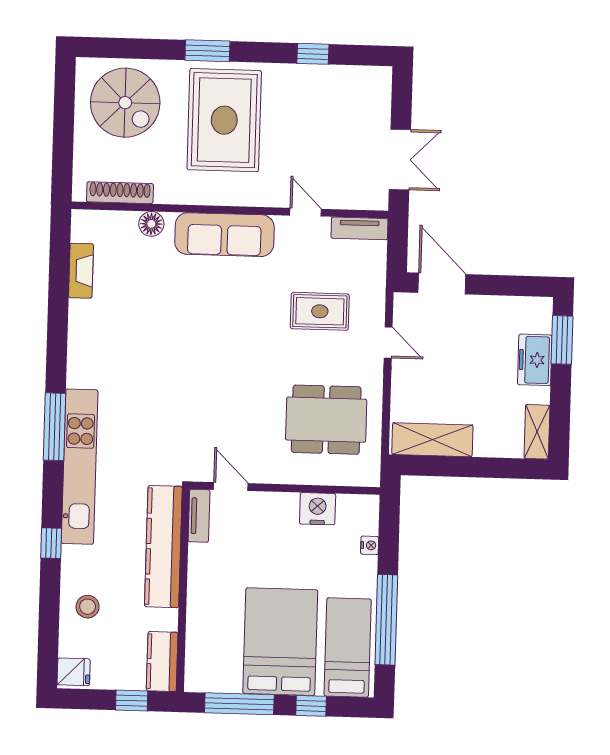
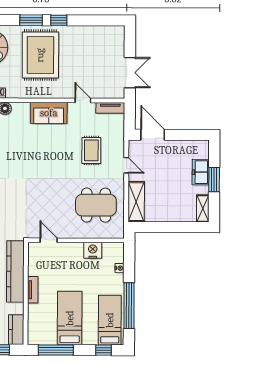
window: (313, 54) -> (59, 20), moved
sofa: (224, 235) -> (49, 113), width x0.73
rug: (320, 311) -> (91, 150), turned 90
window: (562, 340) -> (214, 180), moved
shelving: (432, 440) -> (136, 202), moved, turned 90
tv unit: (199, 516) -> (33, 290), moved
bed: (280, 642) -> (70, 318), width x0.67
window: (311, 706) -> (103, 350), moved

